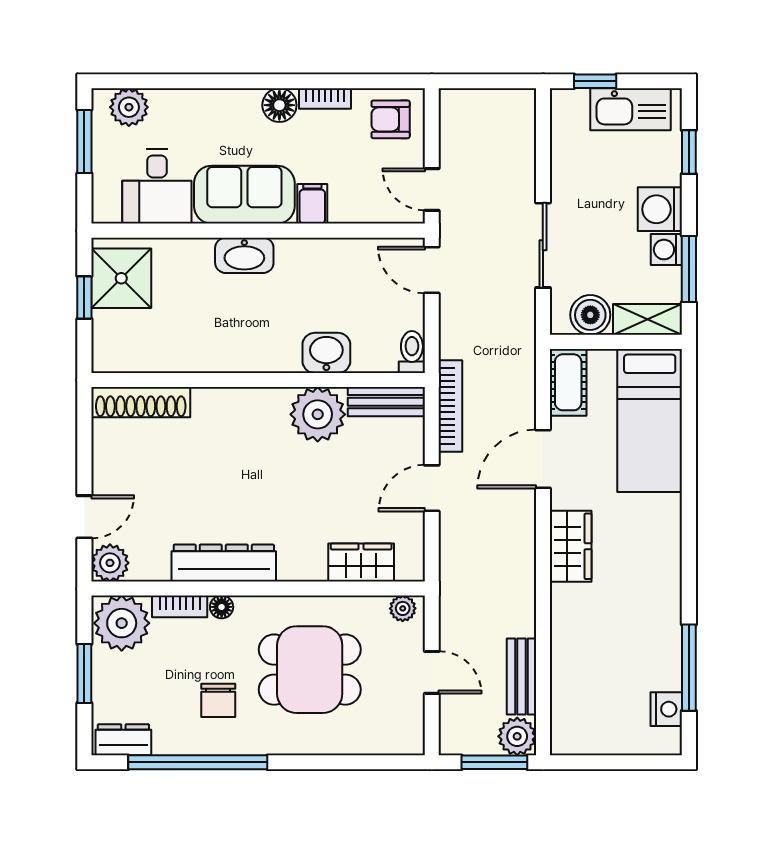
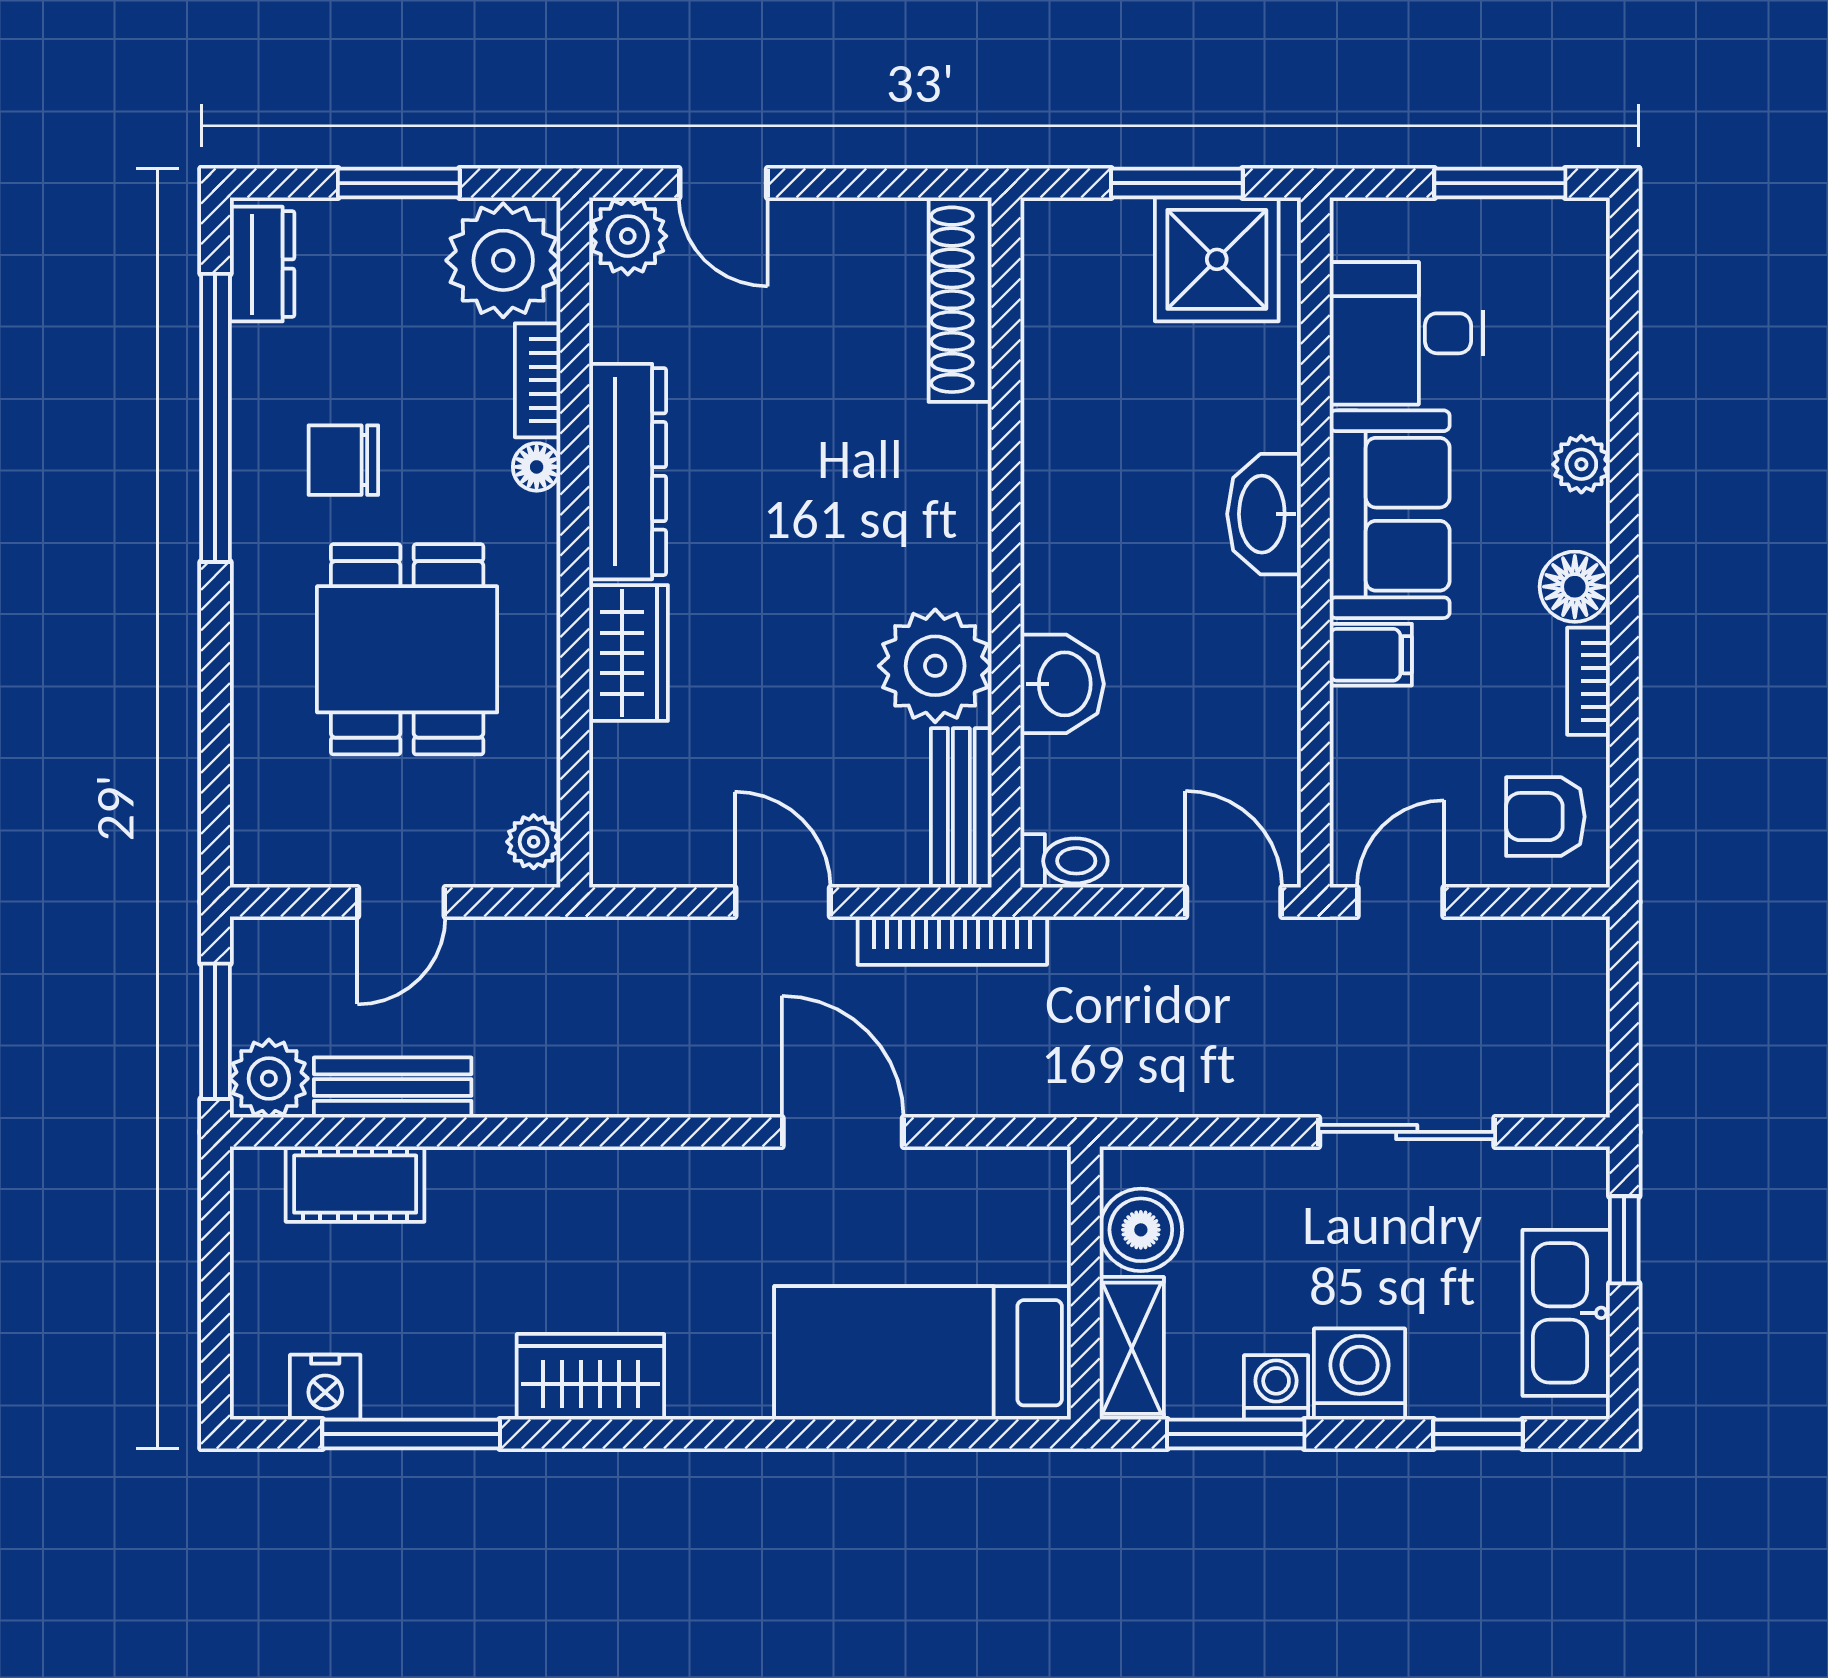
plant: (129, 107) -> (1581, 464), moved, width x0.73, depth x0.73
armchair: (391, 119) -> (1545, 817), turned -90
sliding door: (543, 245) -> (1407, 1132), moved
door: (432, 270) -> (1234, 902), hinge flipped
window: (84, 297) -> (1177, 183), width x1.50
cot: (568, 382) -> (355, 1184), moved
wardrobe: (571, 546) -> (590, 1377), moved, turned 180
wardrobe: (361, 563) -> (629, 653), moved

